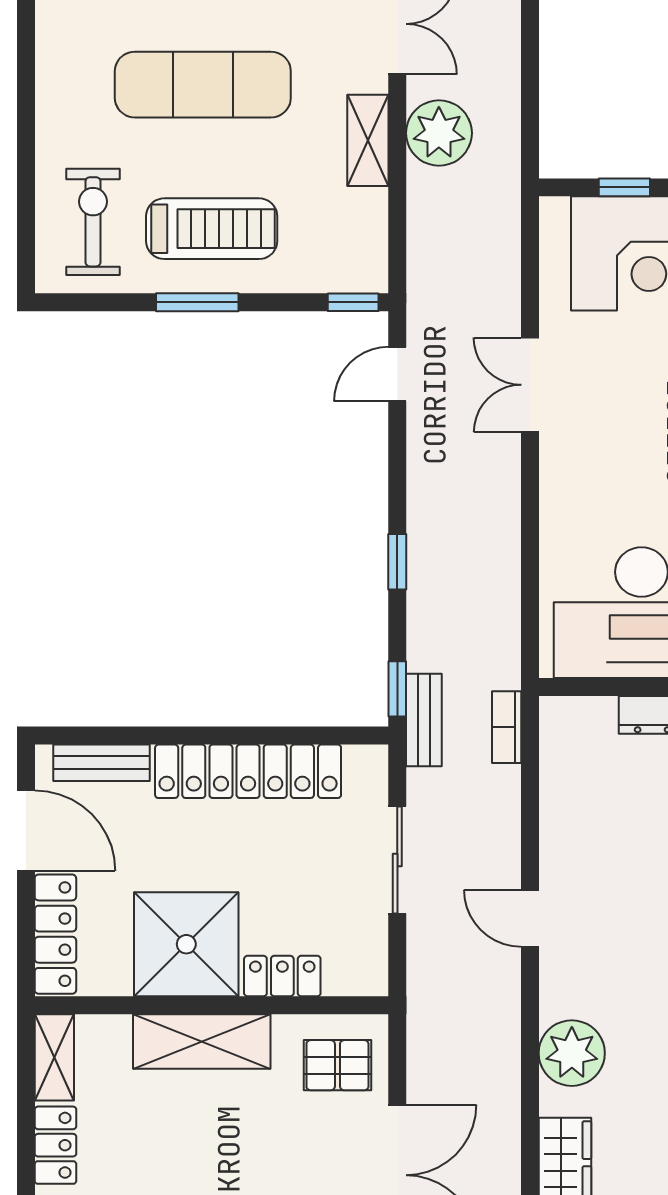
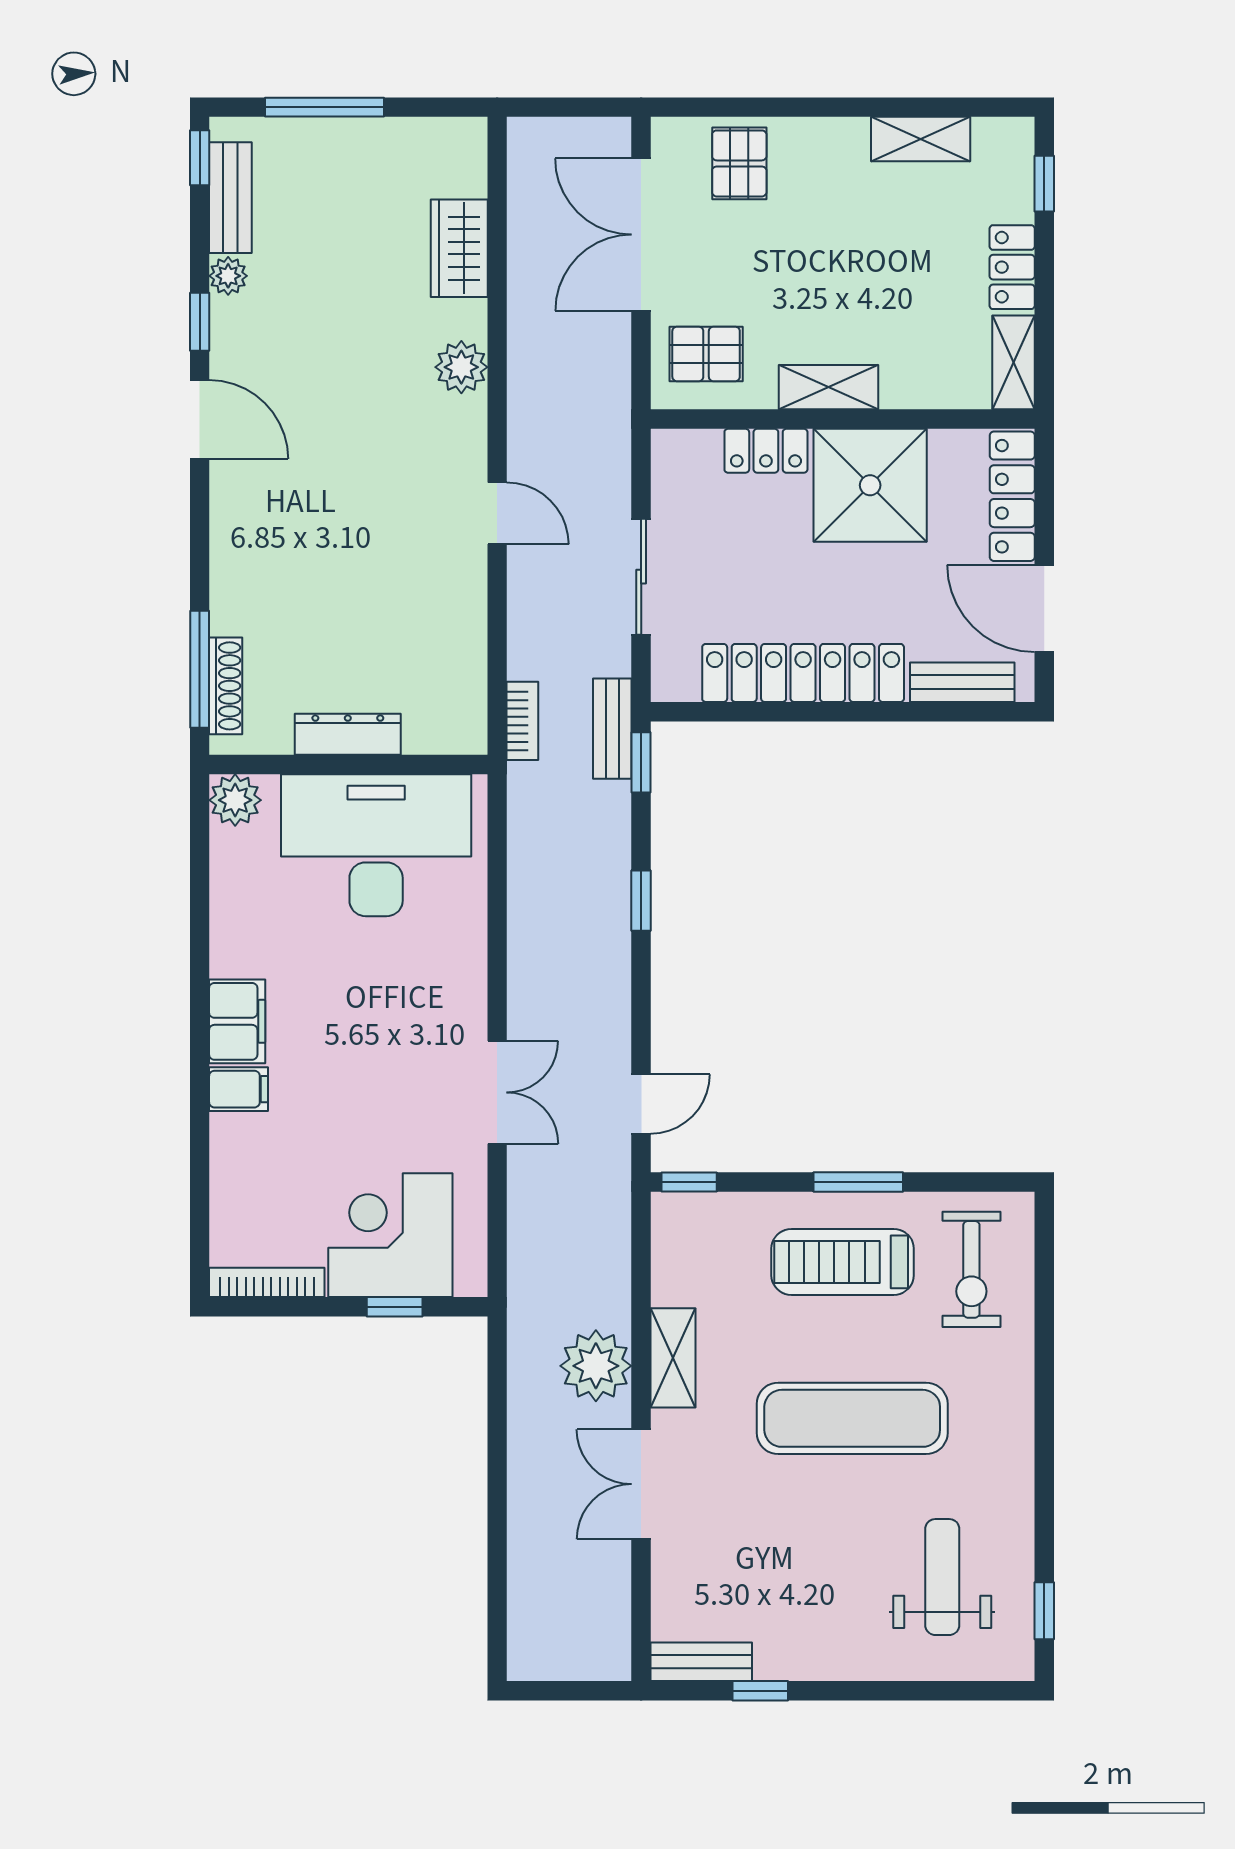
shelving: (202, 1041) -> (828, 387), width x0.67, depth x0.75
plant: (572, 1053) -> (461, 367), width x0.73, depth x0.73

